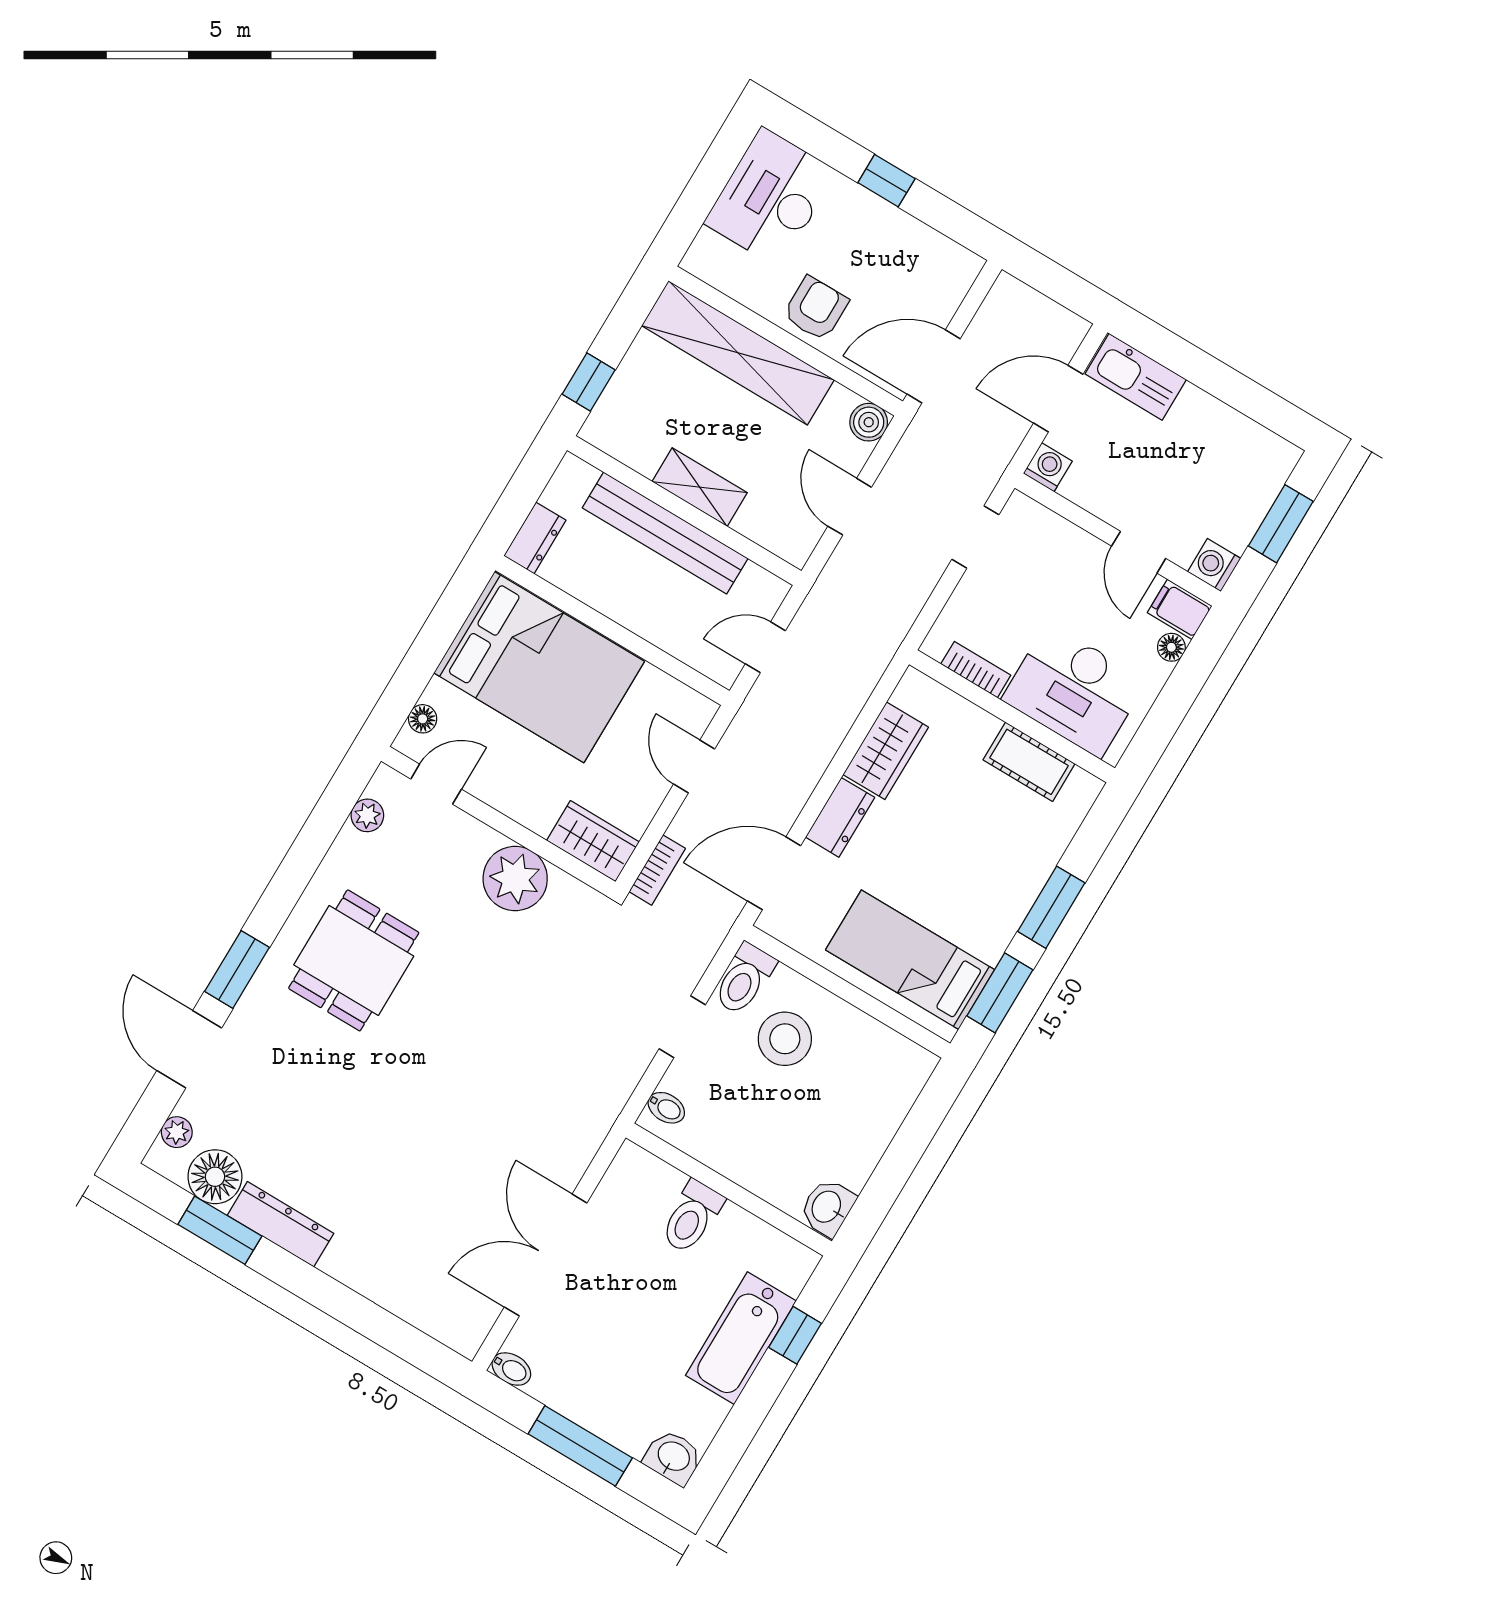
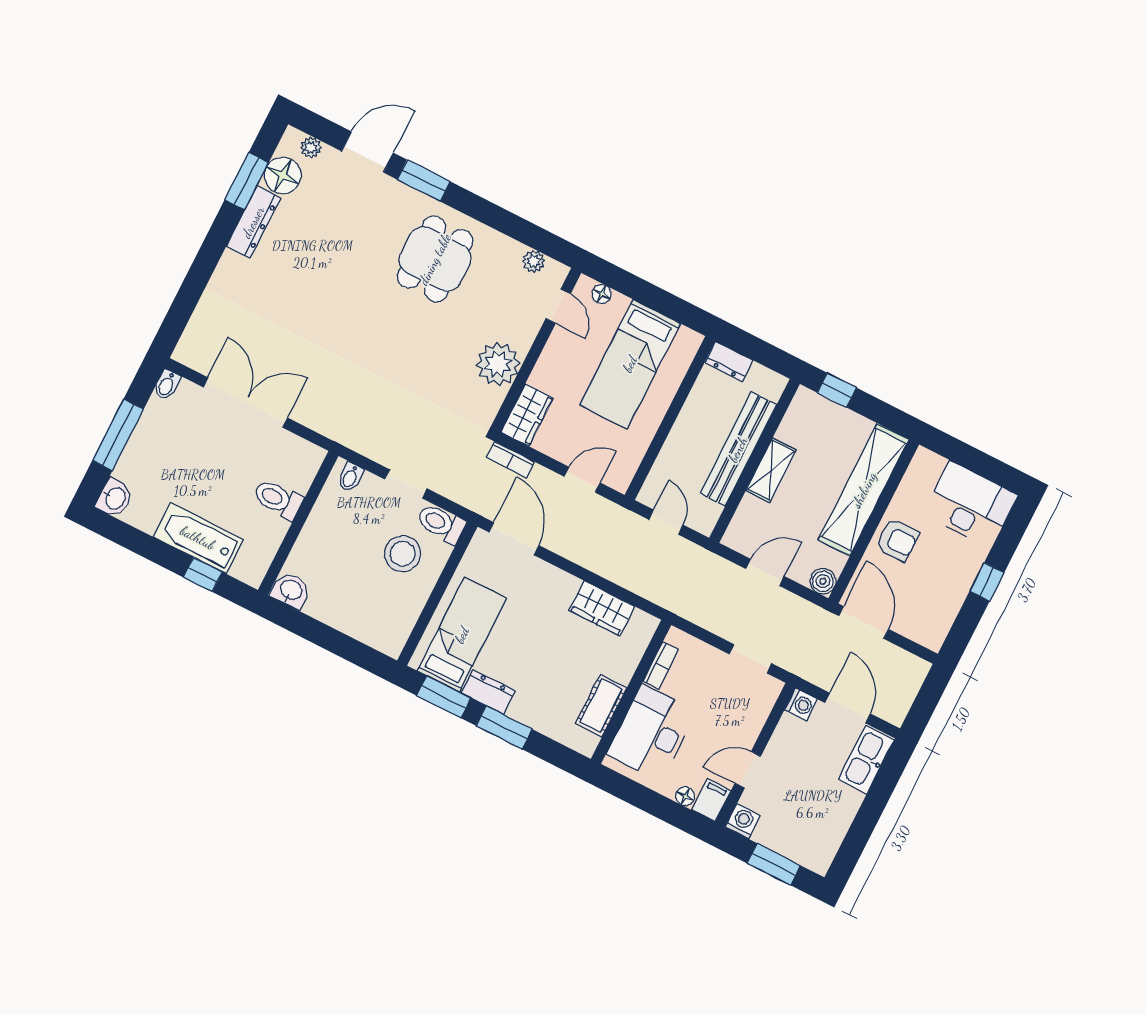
bed: (539, 667) -> (630, 364), width x0.67
dresser: (840, 817) -> (488, 692), moved, turned 180
dining table: (354, 960) -> (435, 259), turned 90

